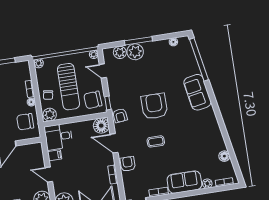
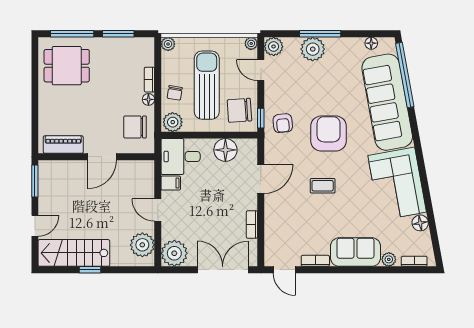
plant: (120, 52) -> (274, 46), moved
sun lounger: (68, 87) -> (207, 85), turned 180
sofa: (197, 92) -> (387, 102), width x1.85, depth x1.27
armchair: (120, 116) -> (283, 123), moved
floor lamp: (101, 126) -> (225, 150), moved
corner sofa: (205, 133) -> (397, 184), added
door: (114, 143) -> (261, 179), swing flipped
armchair: (128, 164) -> (276, 212), removed

